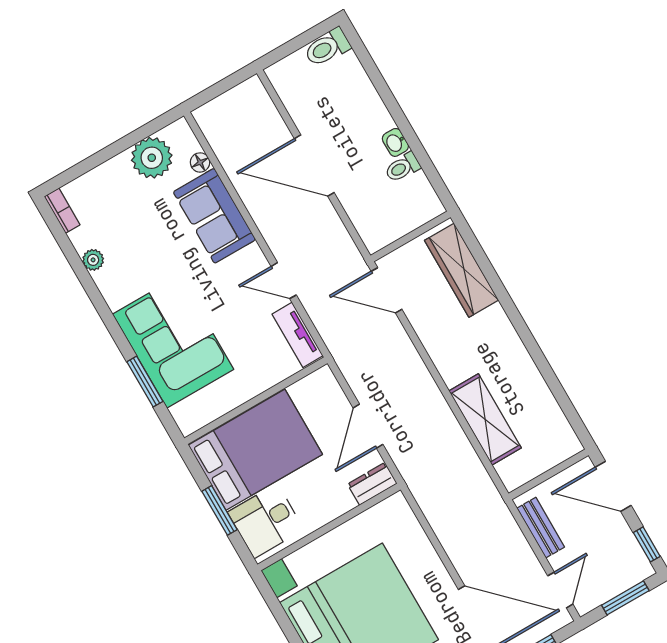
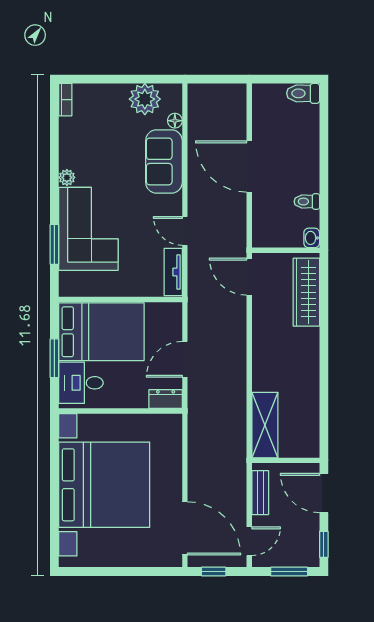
washbasin: (395, 142) -> (312, 238), moved
plant: (93, 260) -> (67, 177), moved
shelving: (485, 419) -> (265, 425), moved

